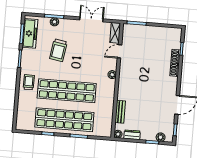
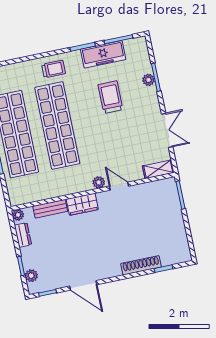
freezer: (30, 33) -> (103, 54), moved
trolley: (58, 50) -> (110, 97), turned 81
door: (120, 51) -> (119, 186), moved
wardrobe: (123, 90) -> (82, 204), added

